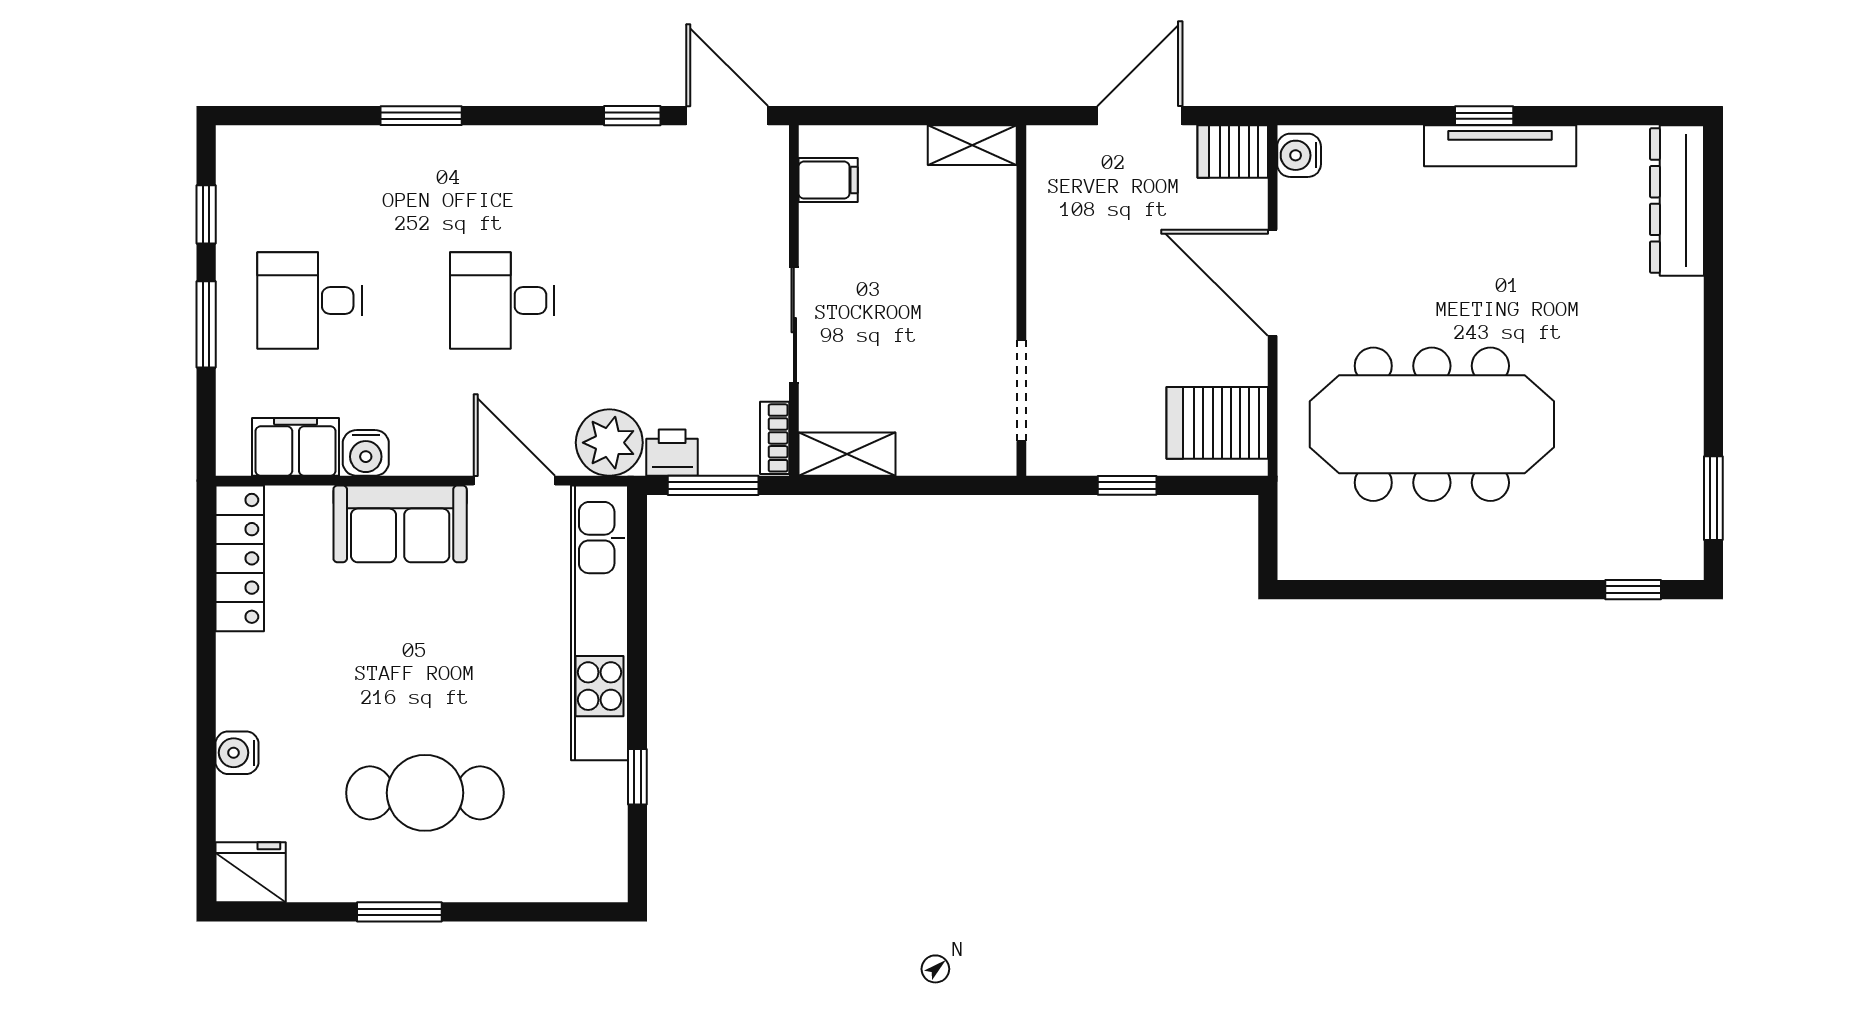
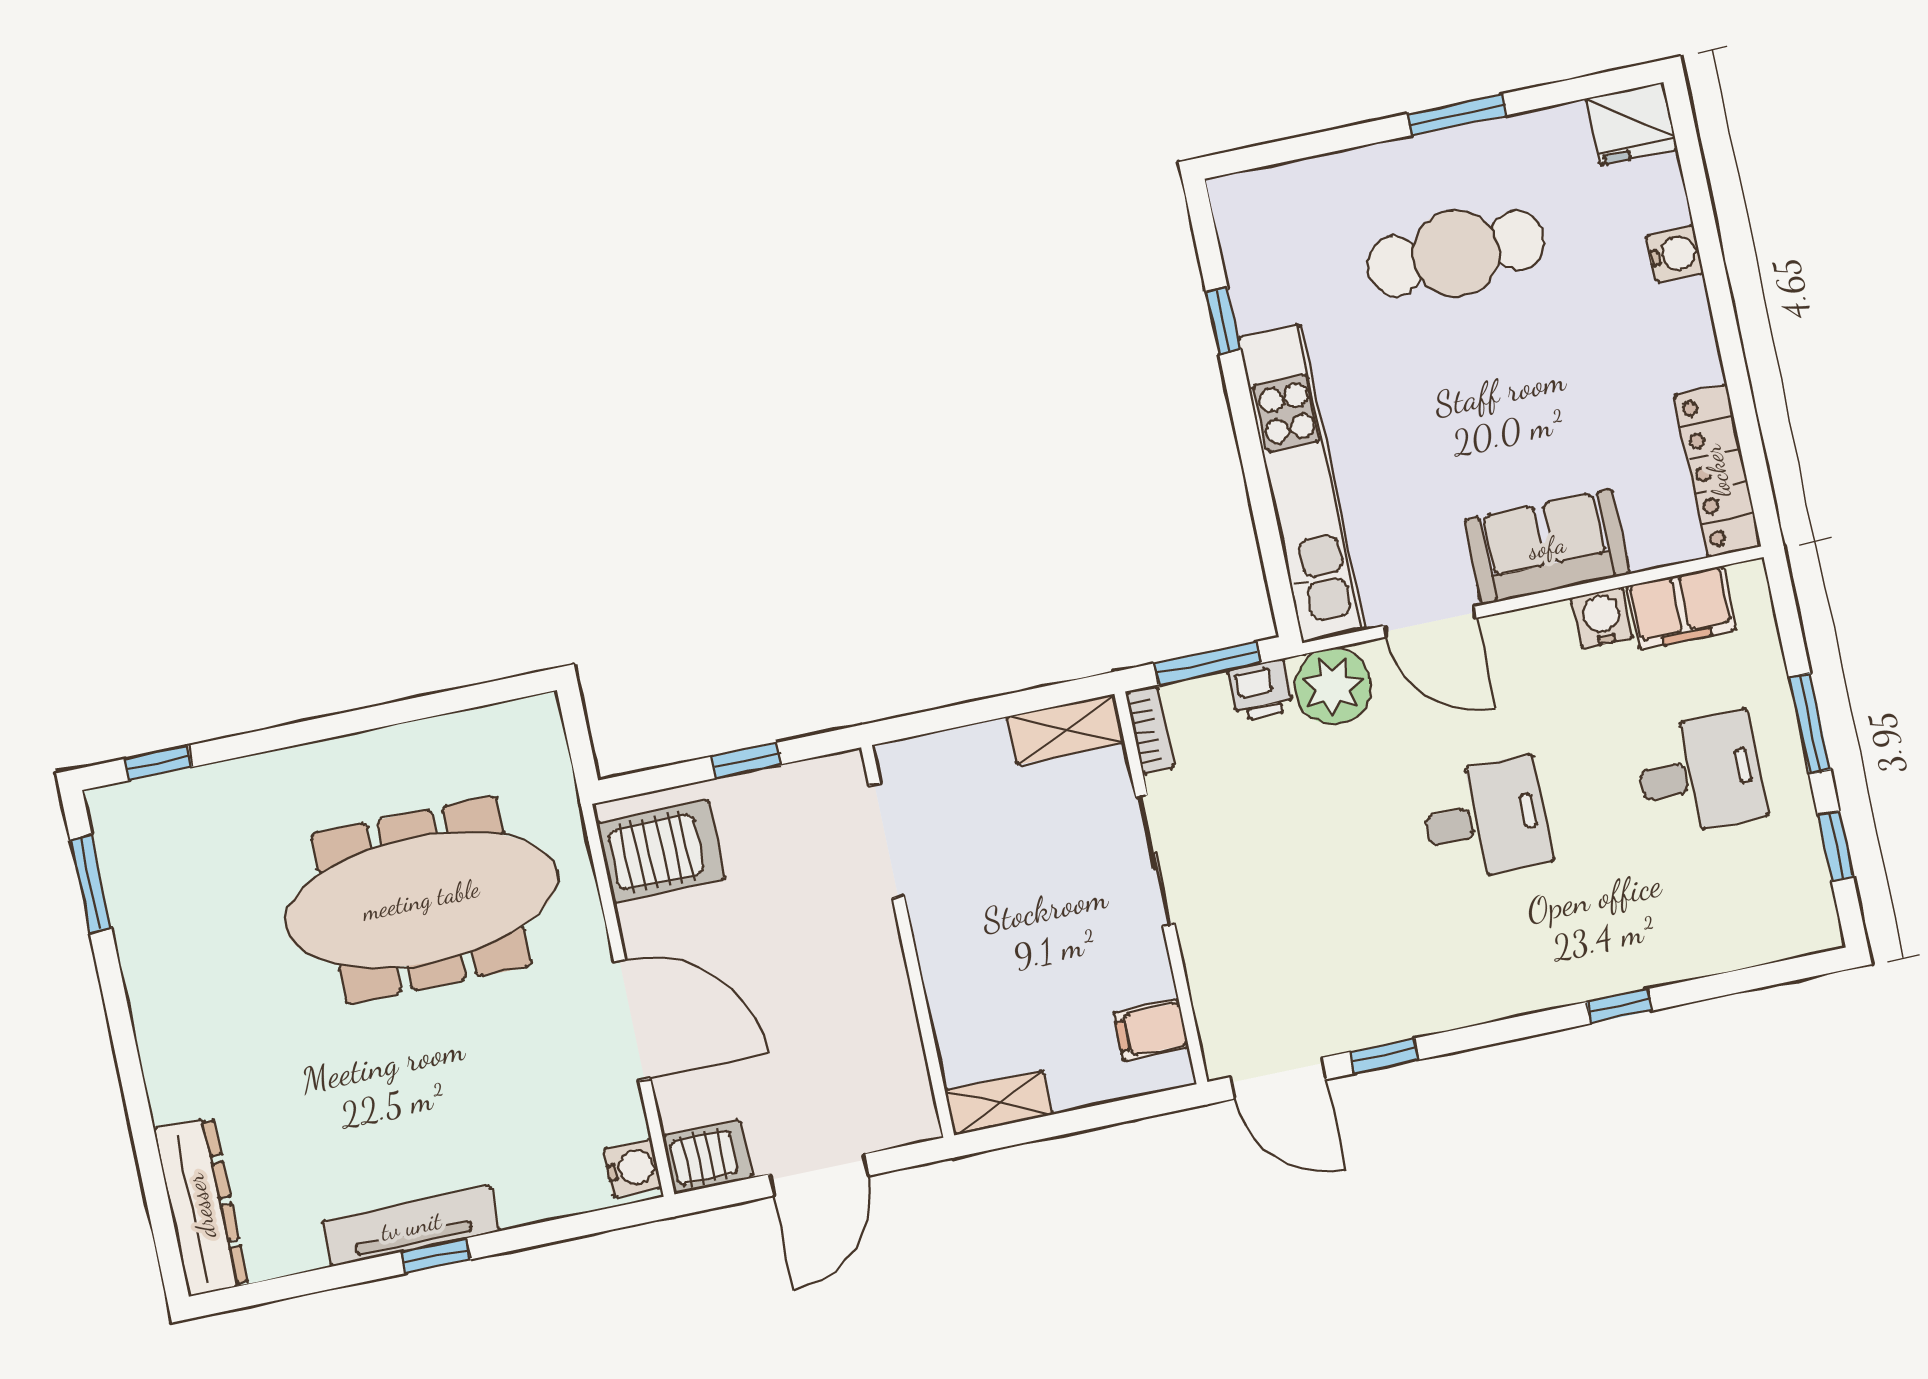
window: (421, 116) -> (1619, 1006), width x0.67

